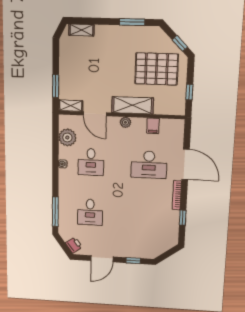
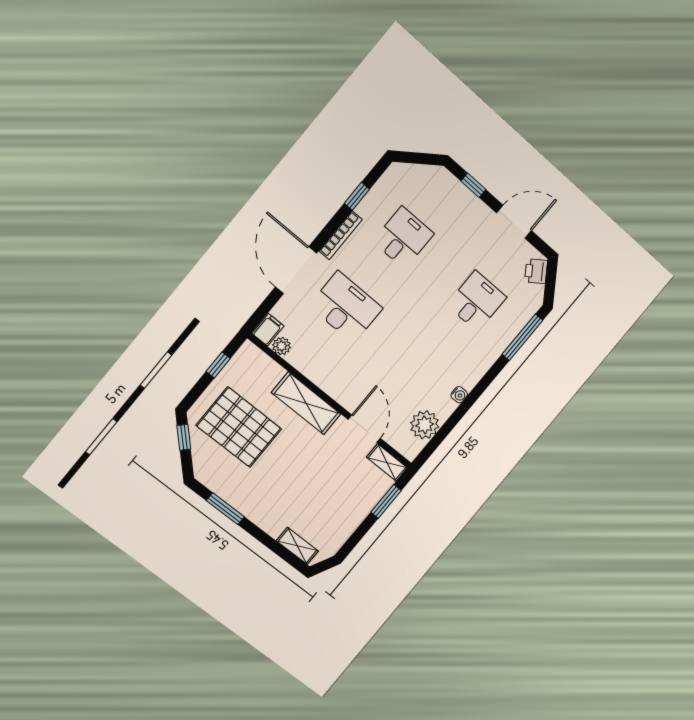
plant: (125, 122) -> (282, 346), moved
filing cabinet: (153, 126) -> (268, 330), moved
desk: (91, 162) -> (403, 238), moved

